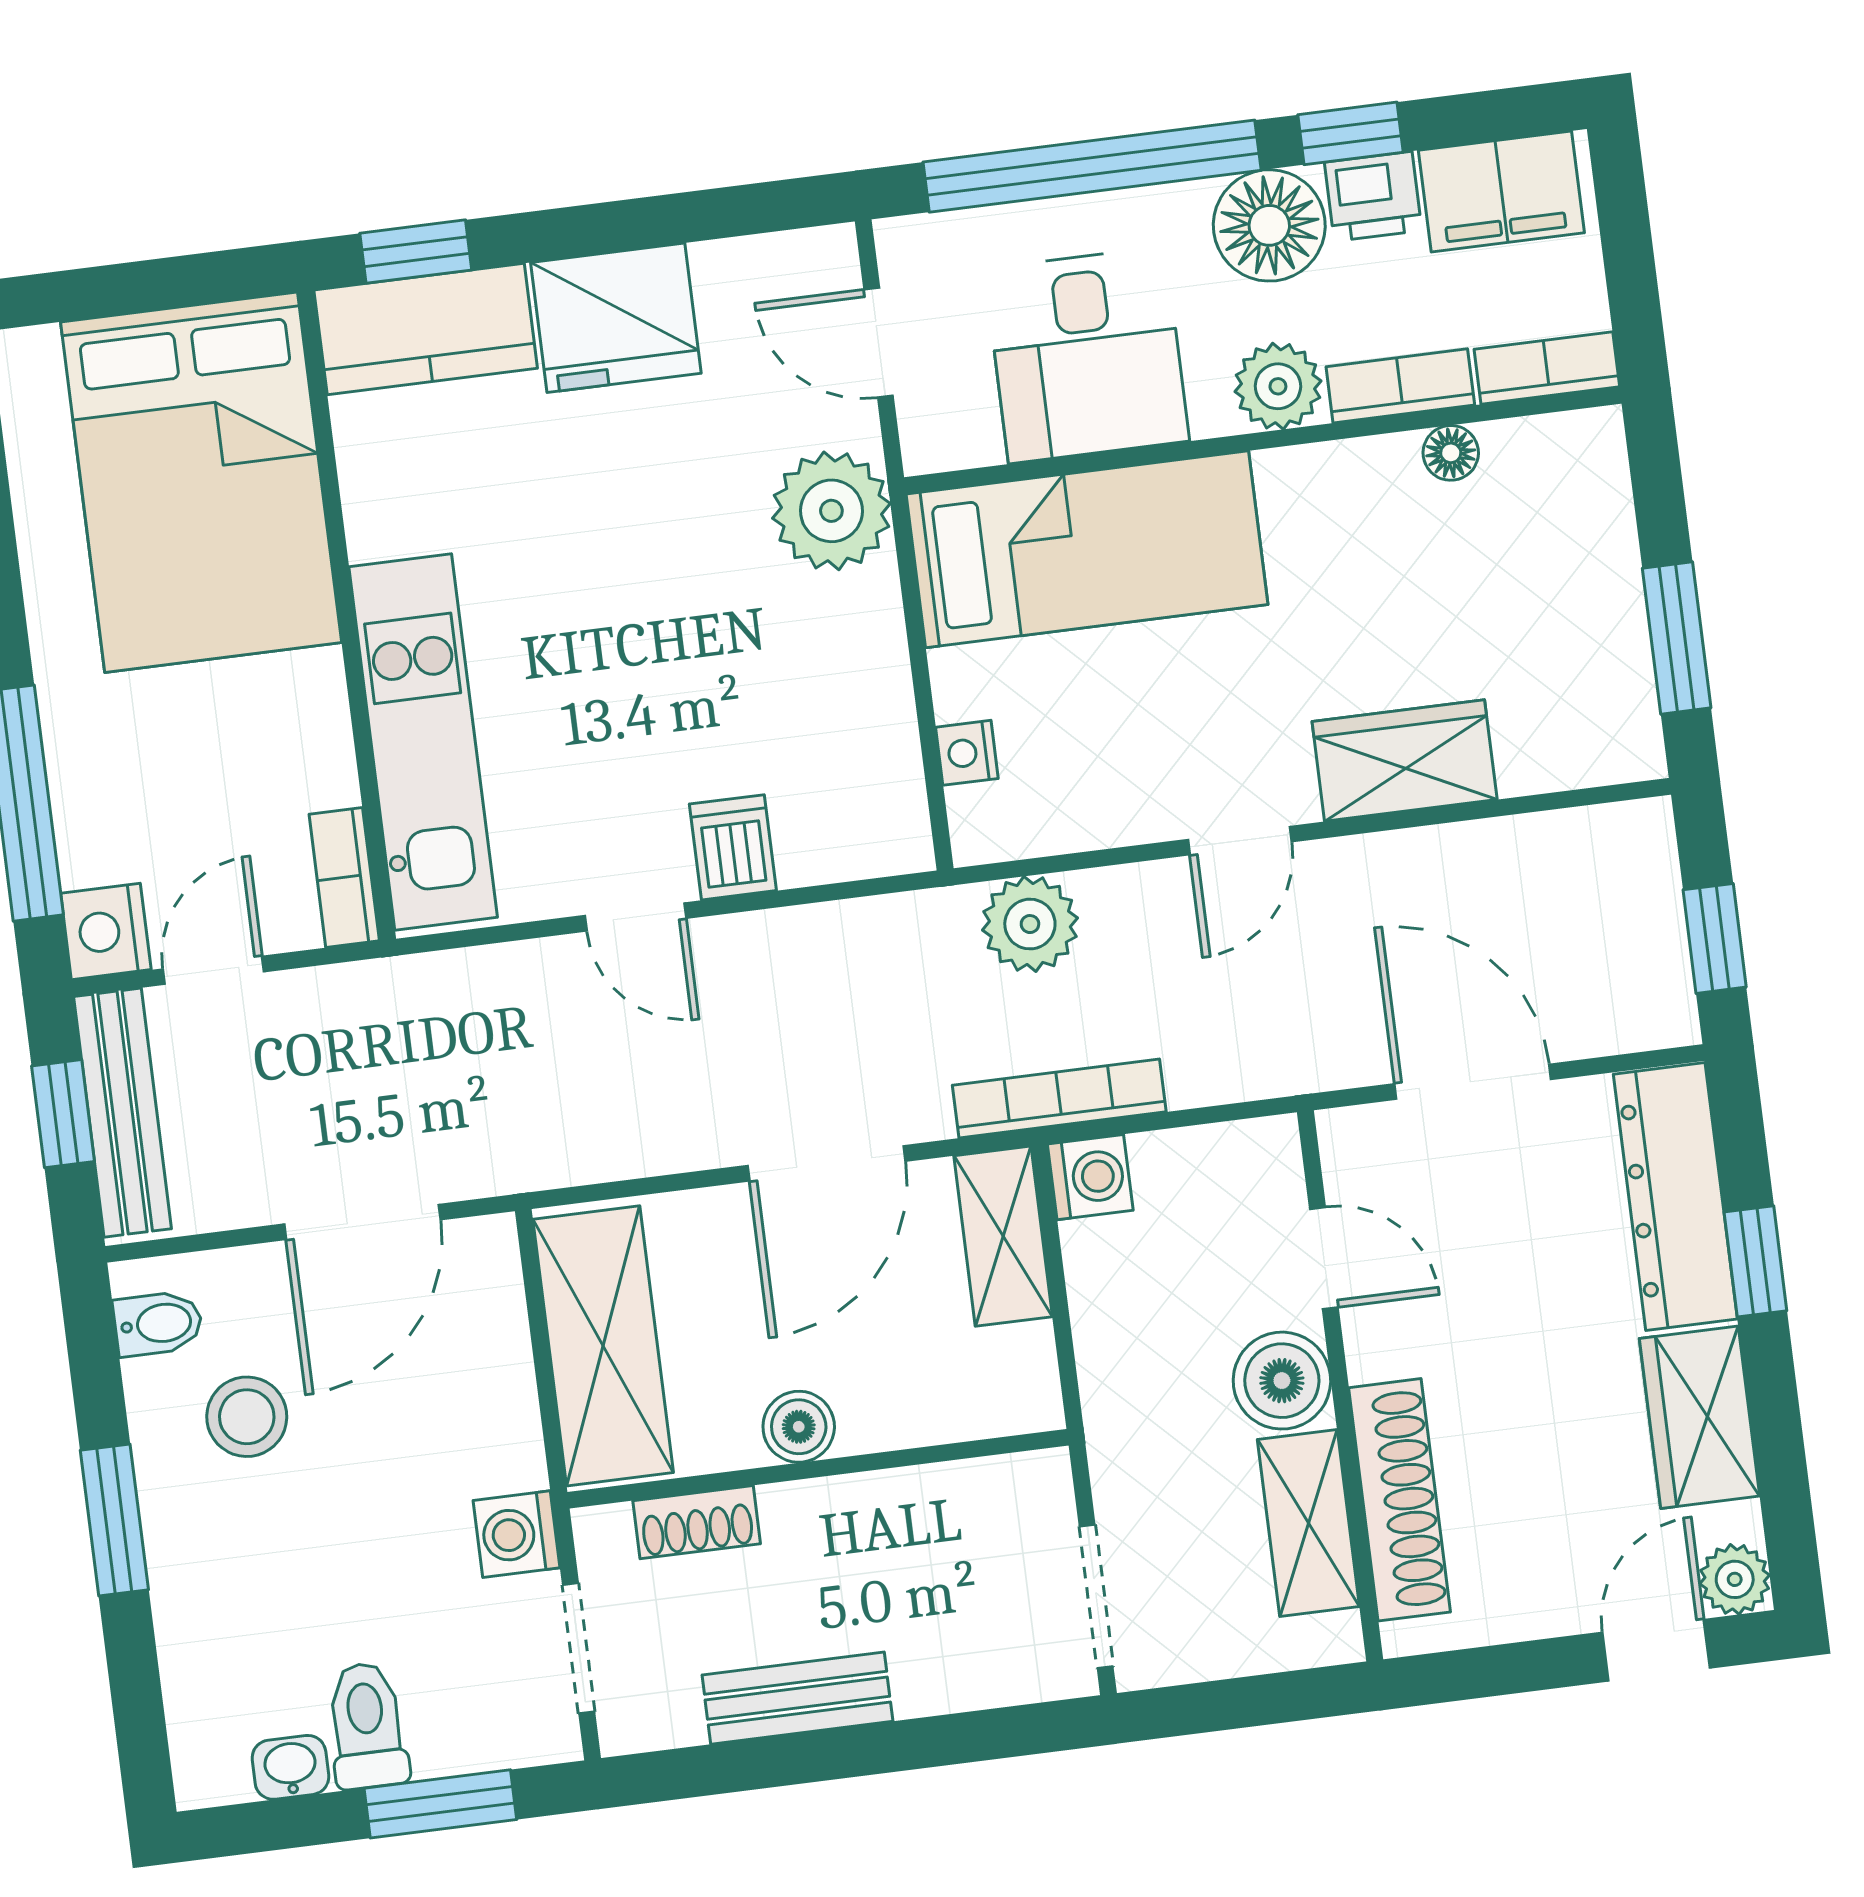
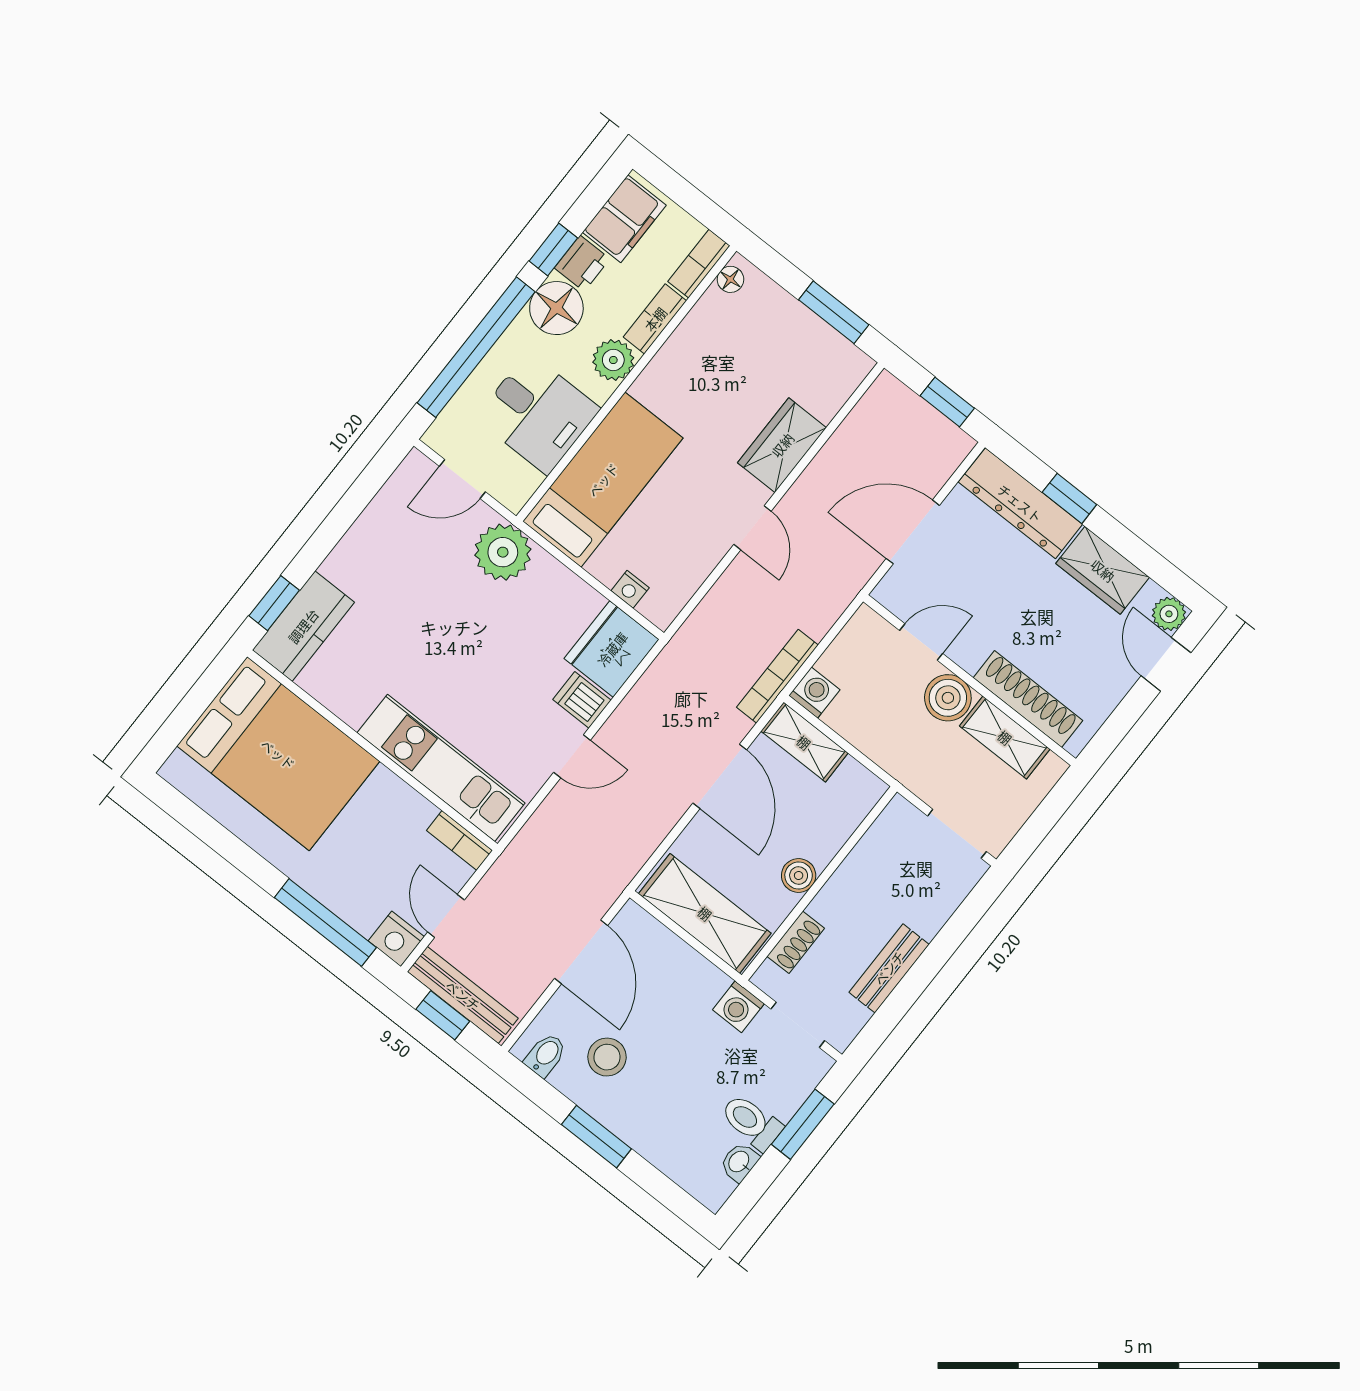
fridge: (616, 318) -> (612, 649), moved, turned 180
floor lamp: (1451, 453) -> (730, 279), moved
plant: (1030, 924) -> (709, 627), removed

